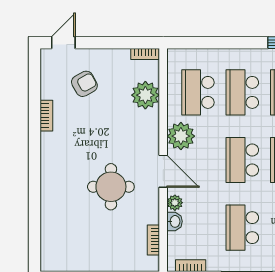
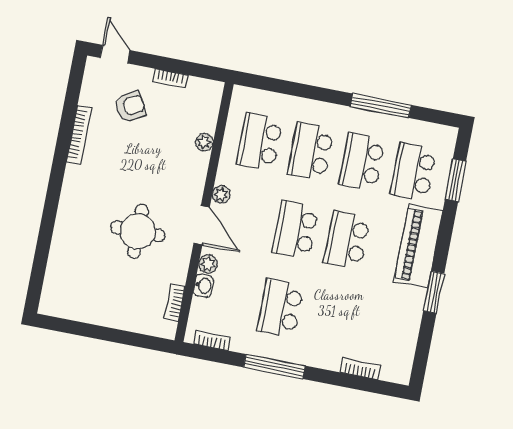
door: (63, 43) -> (115, 54), hinge flipped
bookcase: (145, 54) -> (170, 78), moved
plant: (145, 95) -> (204, 142), width x0.53, depth x0.53
bookcase: (46, 116) -> (79, 135), width x1.56
plant: (181, 136) -> (221, 194), width x0.53, depth x0.53

